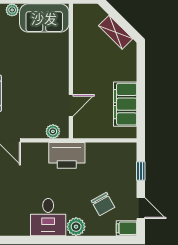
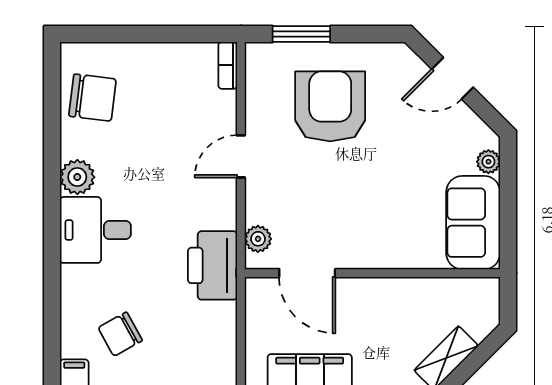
door: (71, 105) -> (307, 273), width x1.37
plant: (76, 227) -> (77, 177), moved

